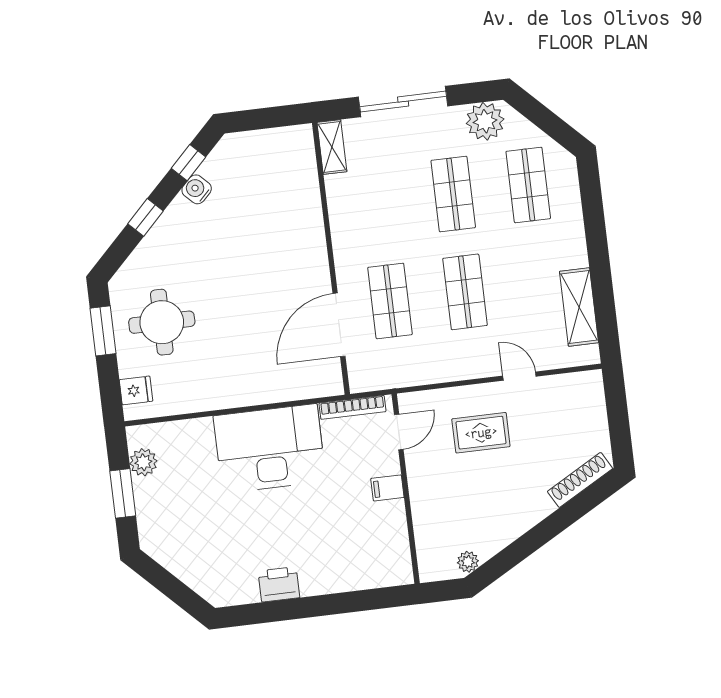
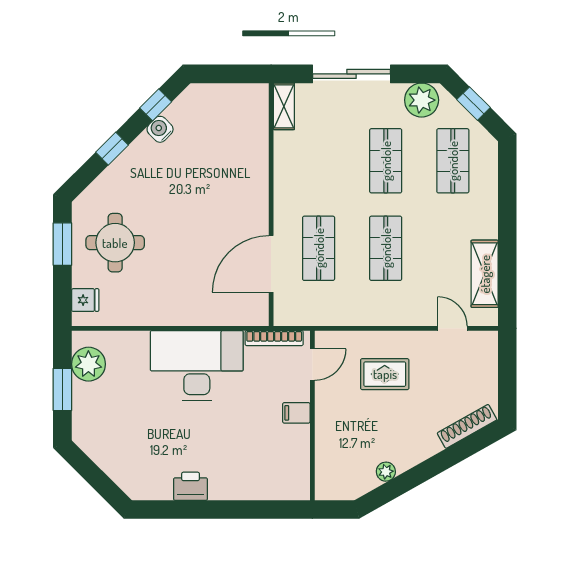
window: (544, 118) -> (473, 104), added
door: (519, 376) -> (452, 328), moved
plant: (143, 462) -> (88, 364), width x1.36, depth x1.36
plant: (468, 562) -> (386, 472), moved

